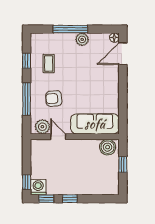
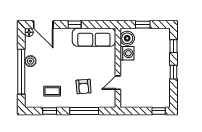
window: (70, 29) -> (21, 72), width x1.46
window: (123, 89) -> (75, 25), added
sofa: (95, 124) -> (94, 37), moved, turned -90
plant: (42, 127) -> (109, 97), removed
washing machine: (38, 187) -> (127, 53), moved, turned 180
window: (46, 199) -> (173, 46), moved

